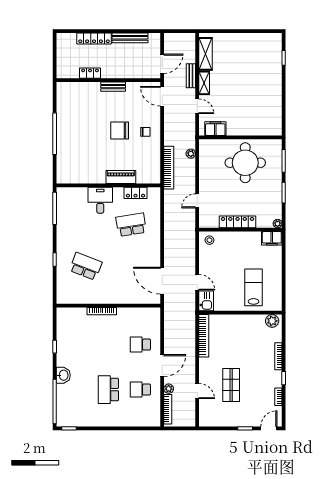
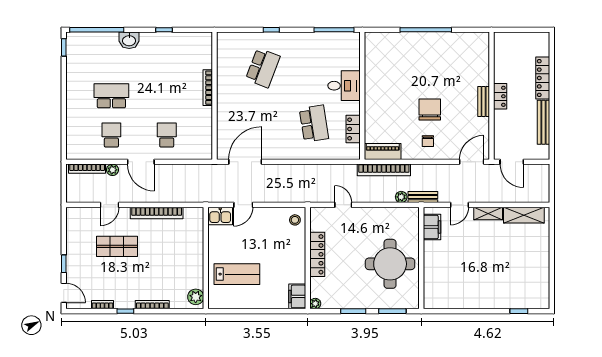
locker: (90, 73) -> (500, 96), moved
bench: (191, 76) -> (423, 197), moved
piano: (121, 177) -> (383, 151), moved, turned -90
bookcase: (204, 336) -> (157, 213), moved

